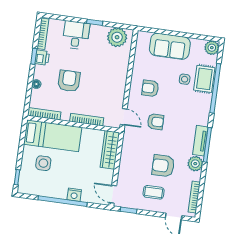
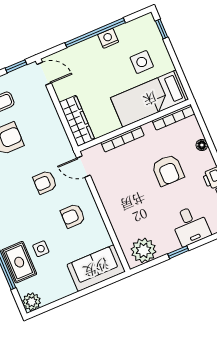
sofa: (170, 46) -> (96, 268), moved
armchair: (150, 88) -> (73, 216), turned 180
nightstand: (74, 195) -> (108, 38), moved

